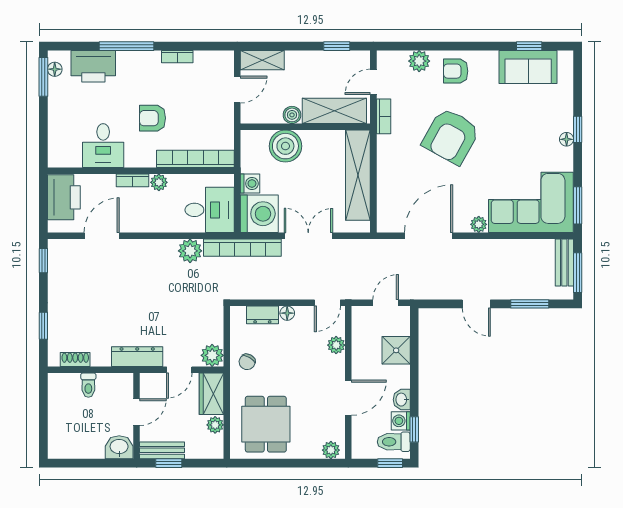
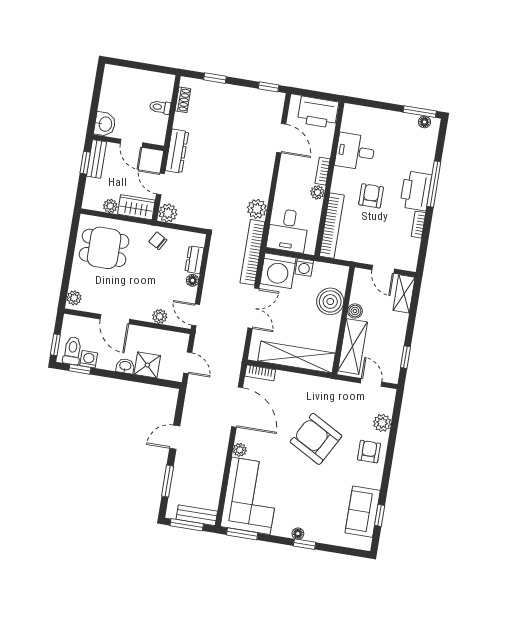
printer: (93, 66) -> (416, 191), moved
bookcase: (384, 116) -> (260, 373), moved
washbasin: (402, 400) -> (125, 366), moved

